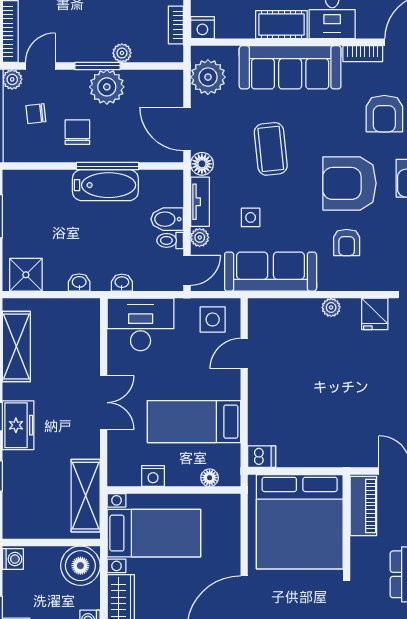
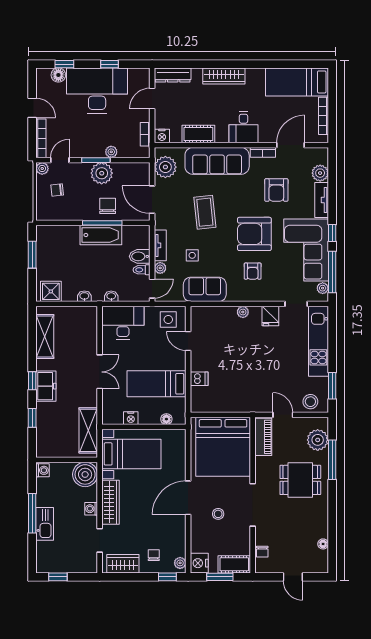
cot: (281, 25) -> (198, 134), moved
chair: (77, 132) -> (108, 206), moved
floor lamp: (202, 164) -> (162, 222), removed
sofa: (271, 272) -> (205, 289), width x0.73
door: (244, 353) -> (188, 341), hinge flipped
dishwasher: (262, 457) -> (199, 379), moved

